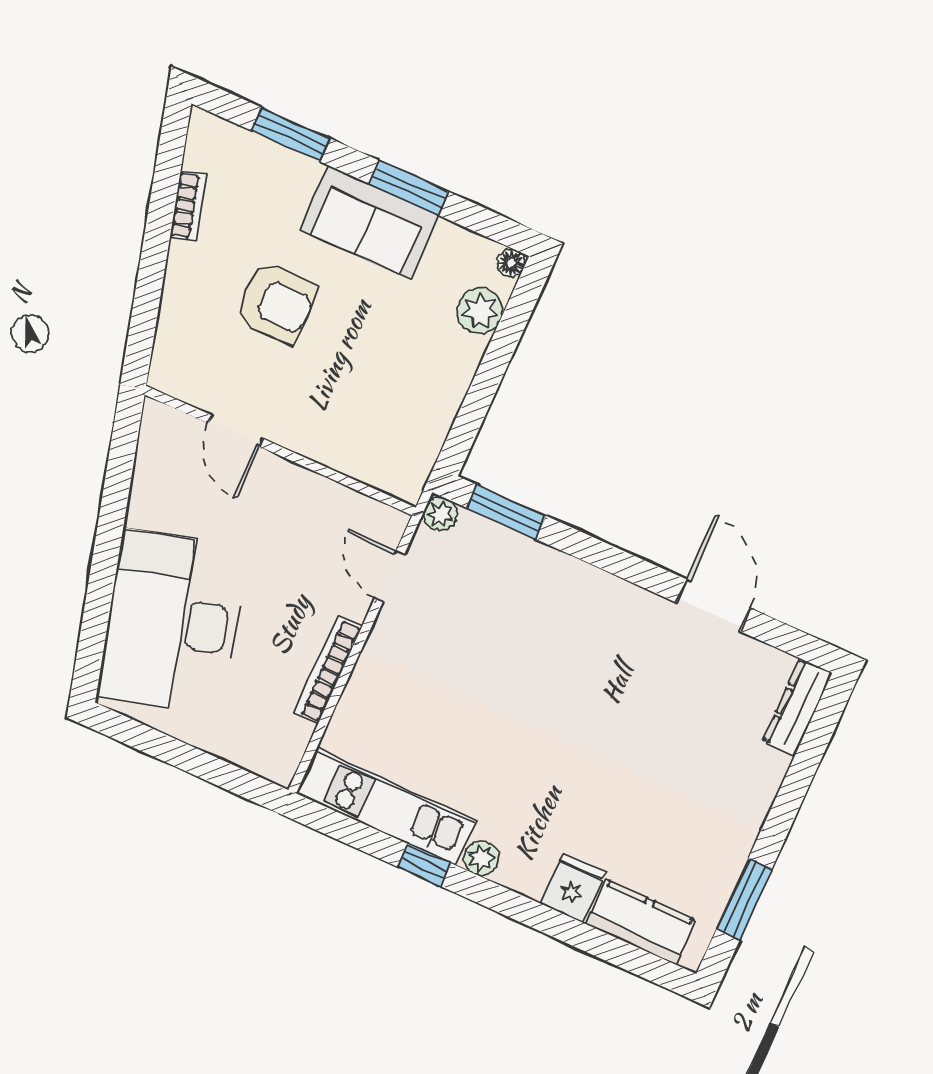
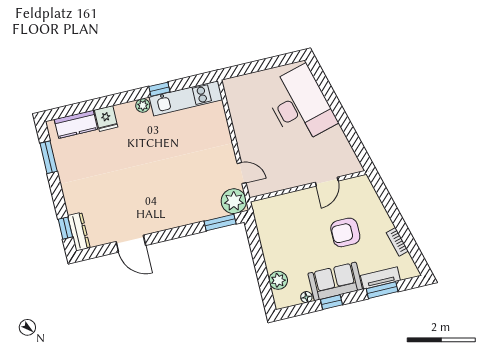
tv unit: (276, 161) -> (380, 278), added
window: (408, 188) -> (331, 302), width x0.67
floor lamp: (511, 263) -> (306, 297), moved
door: (236, 431) -> (327, 182), swing flipped
plant: (440, 514) -> (234, 201), width x1.88, depth x1.88
bookcase: (328, 670) -> (238, 128), removed
window: (818, 735) -> (65, 228), added

